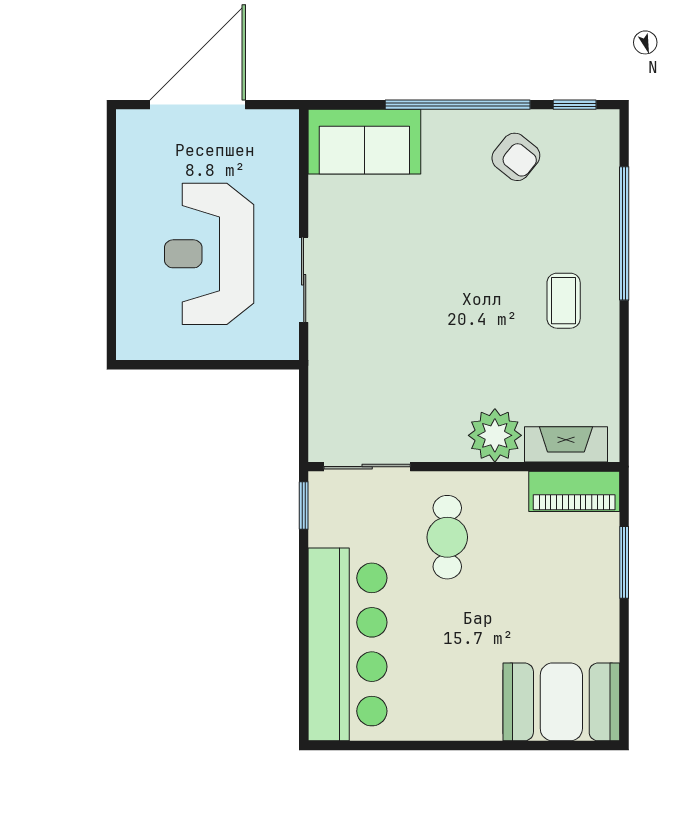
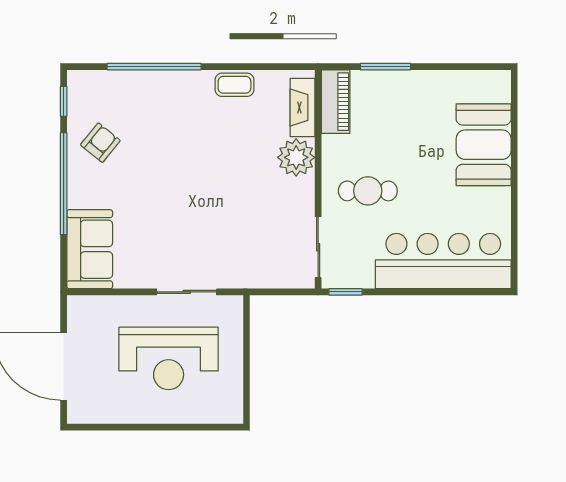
coffee table: (564, 301) -> (234, 85), moved
booth: (561, 702) -> (484, 145), moved

